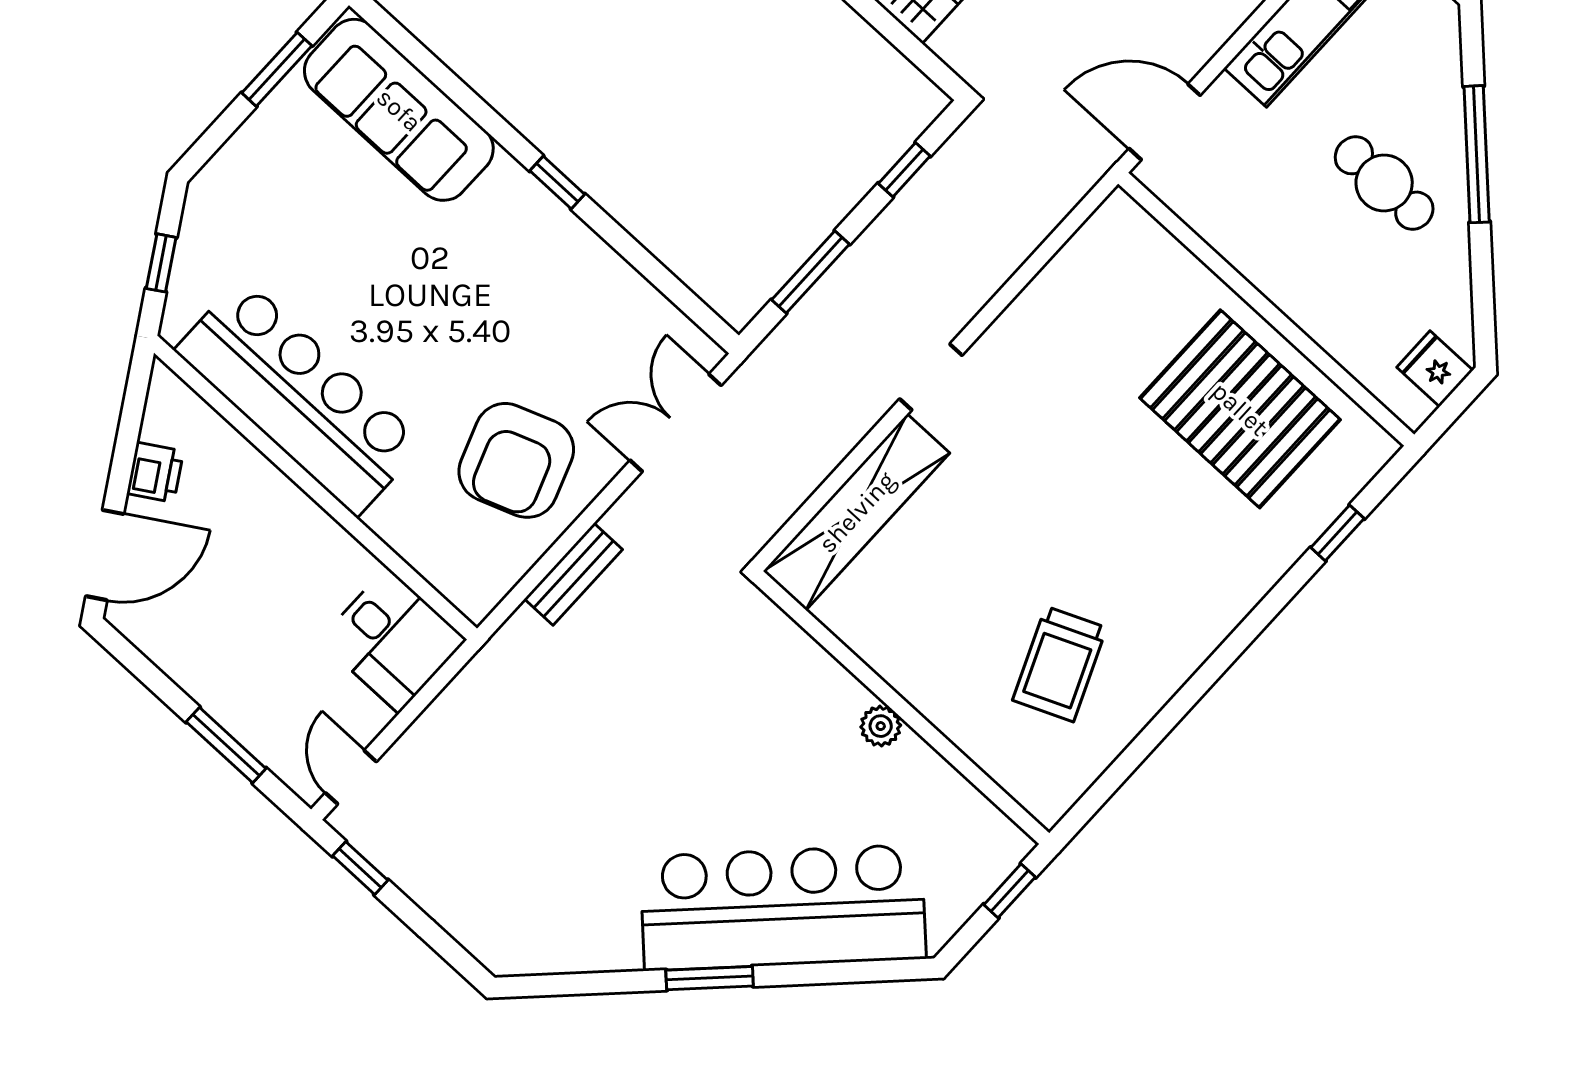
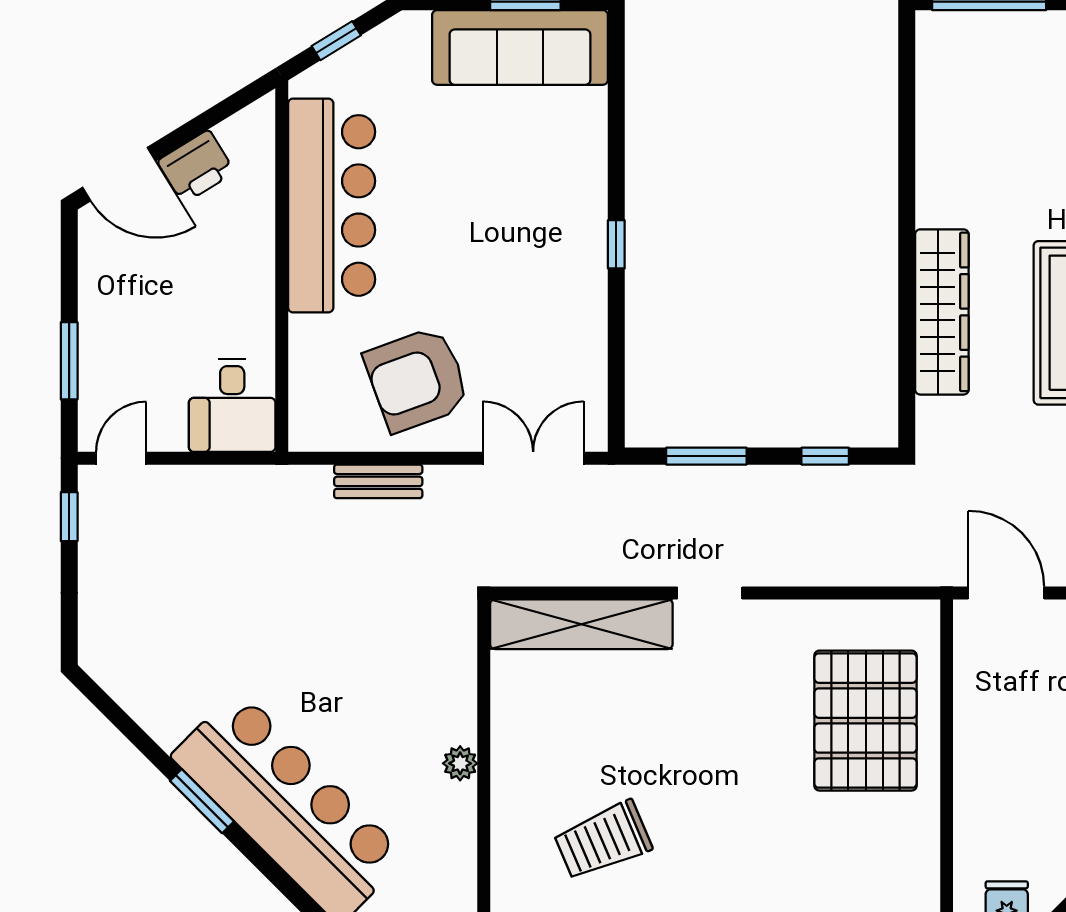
sofa: (399, 110) -> (520, 47), moved, turned -90
pallet: (1240, 409) -> (866, 721), moved
printer: (155, 472) -> (196, 167), width x1.36, depth x1.24

